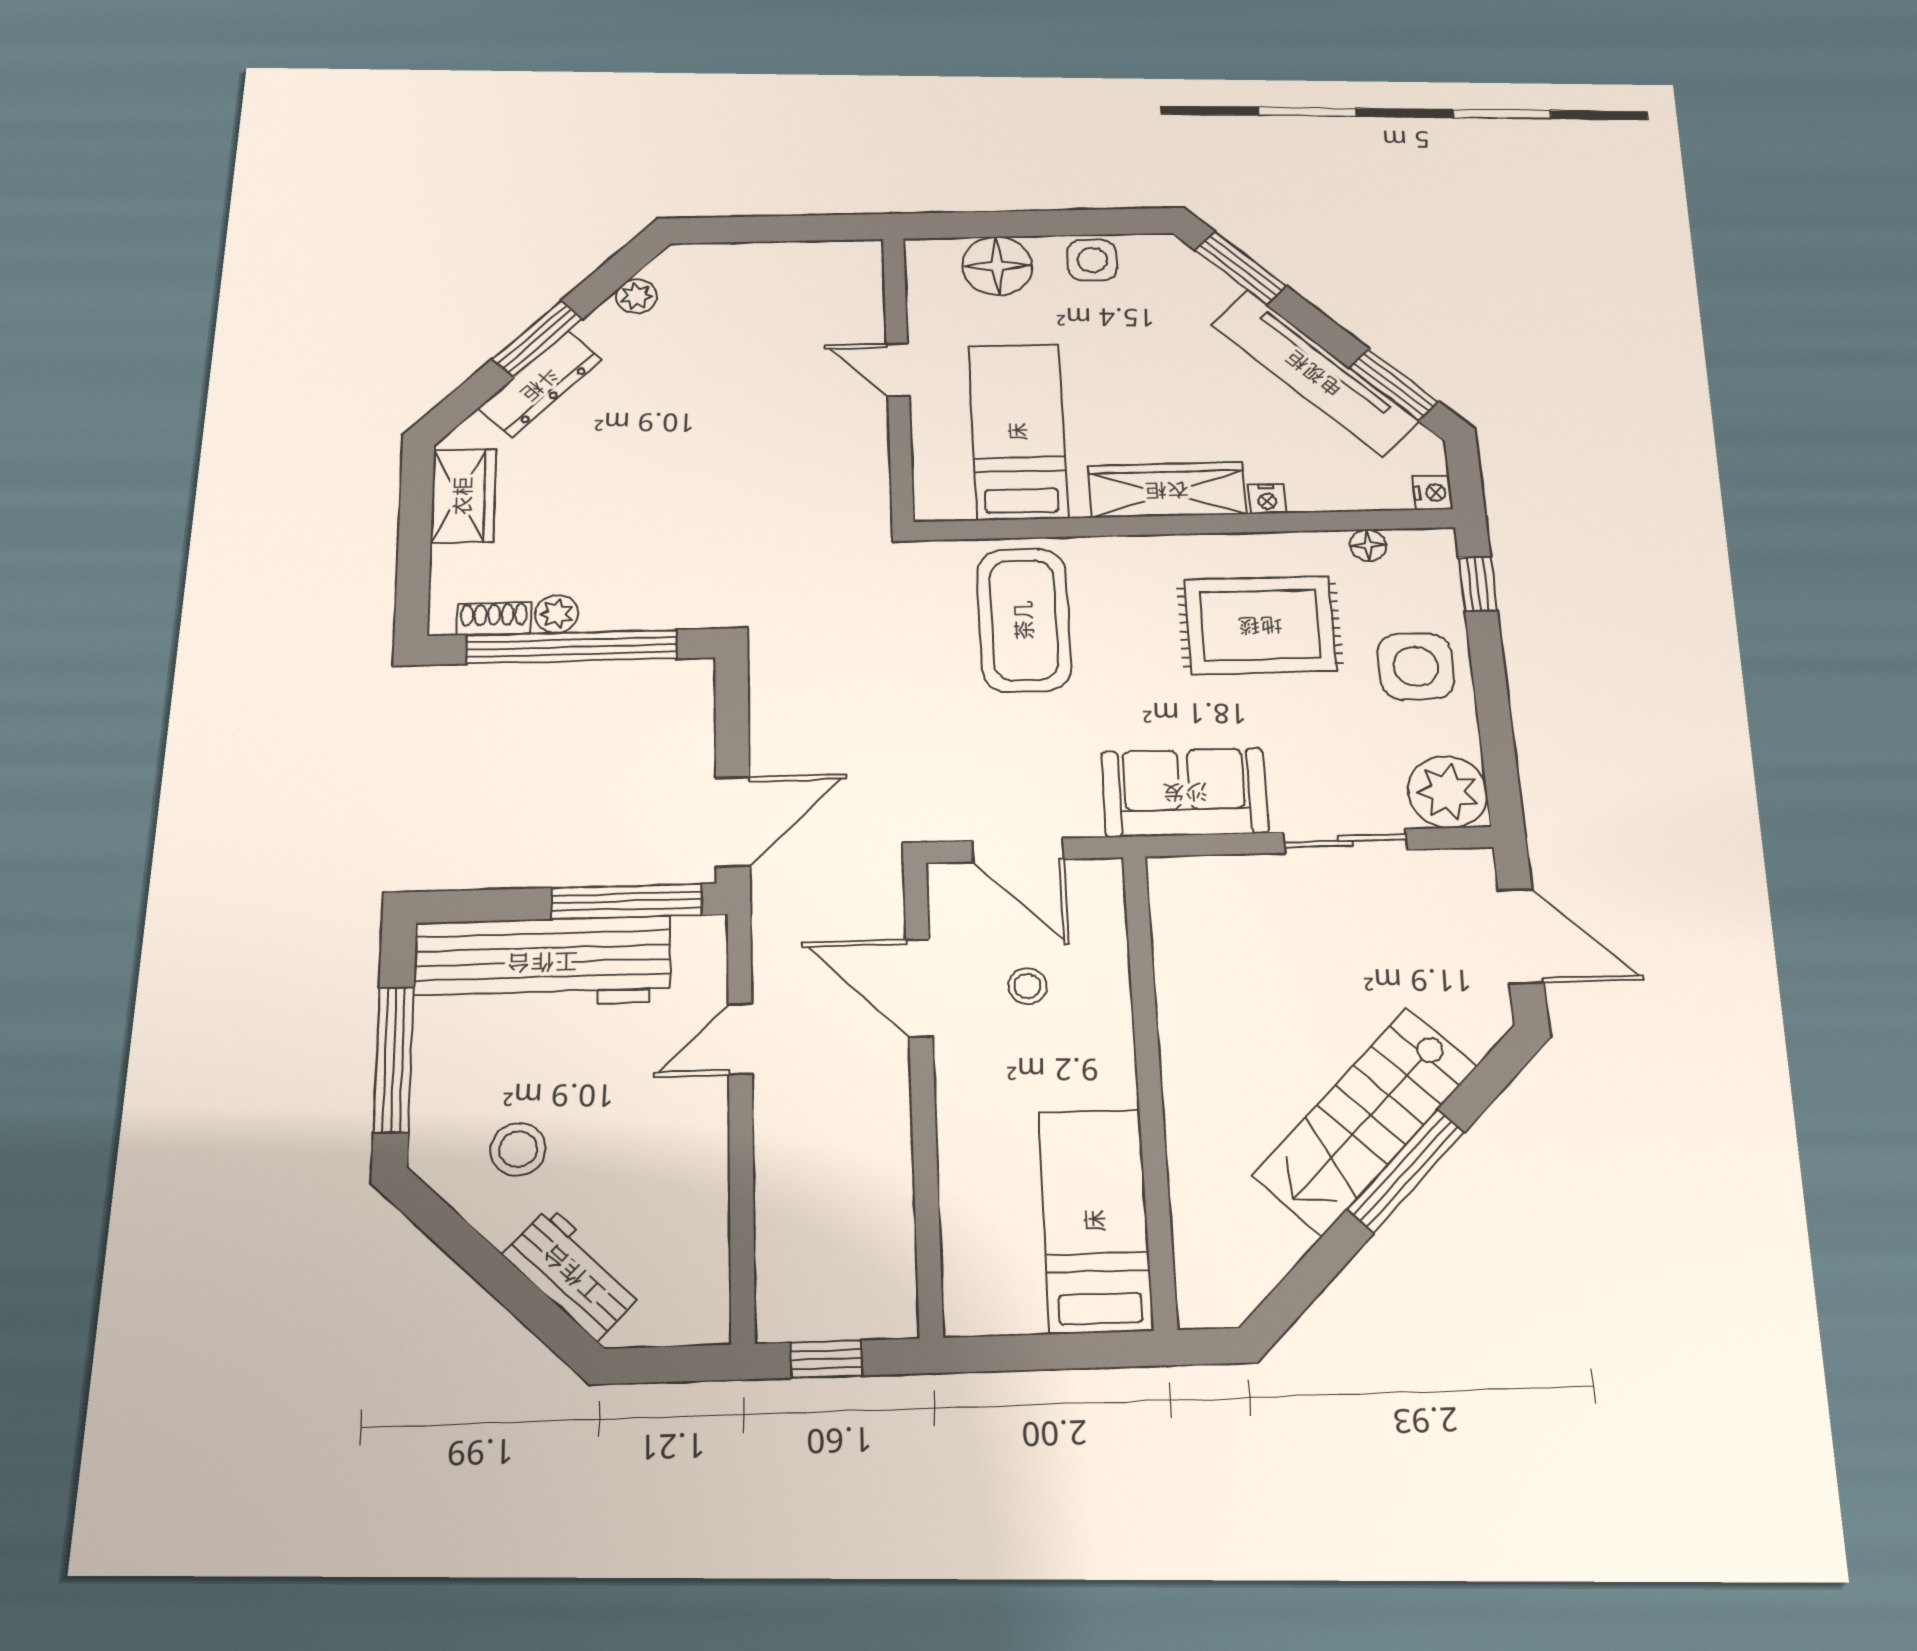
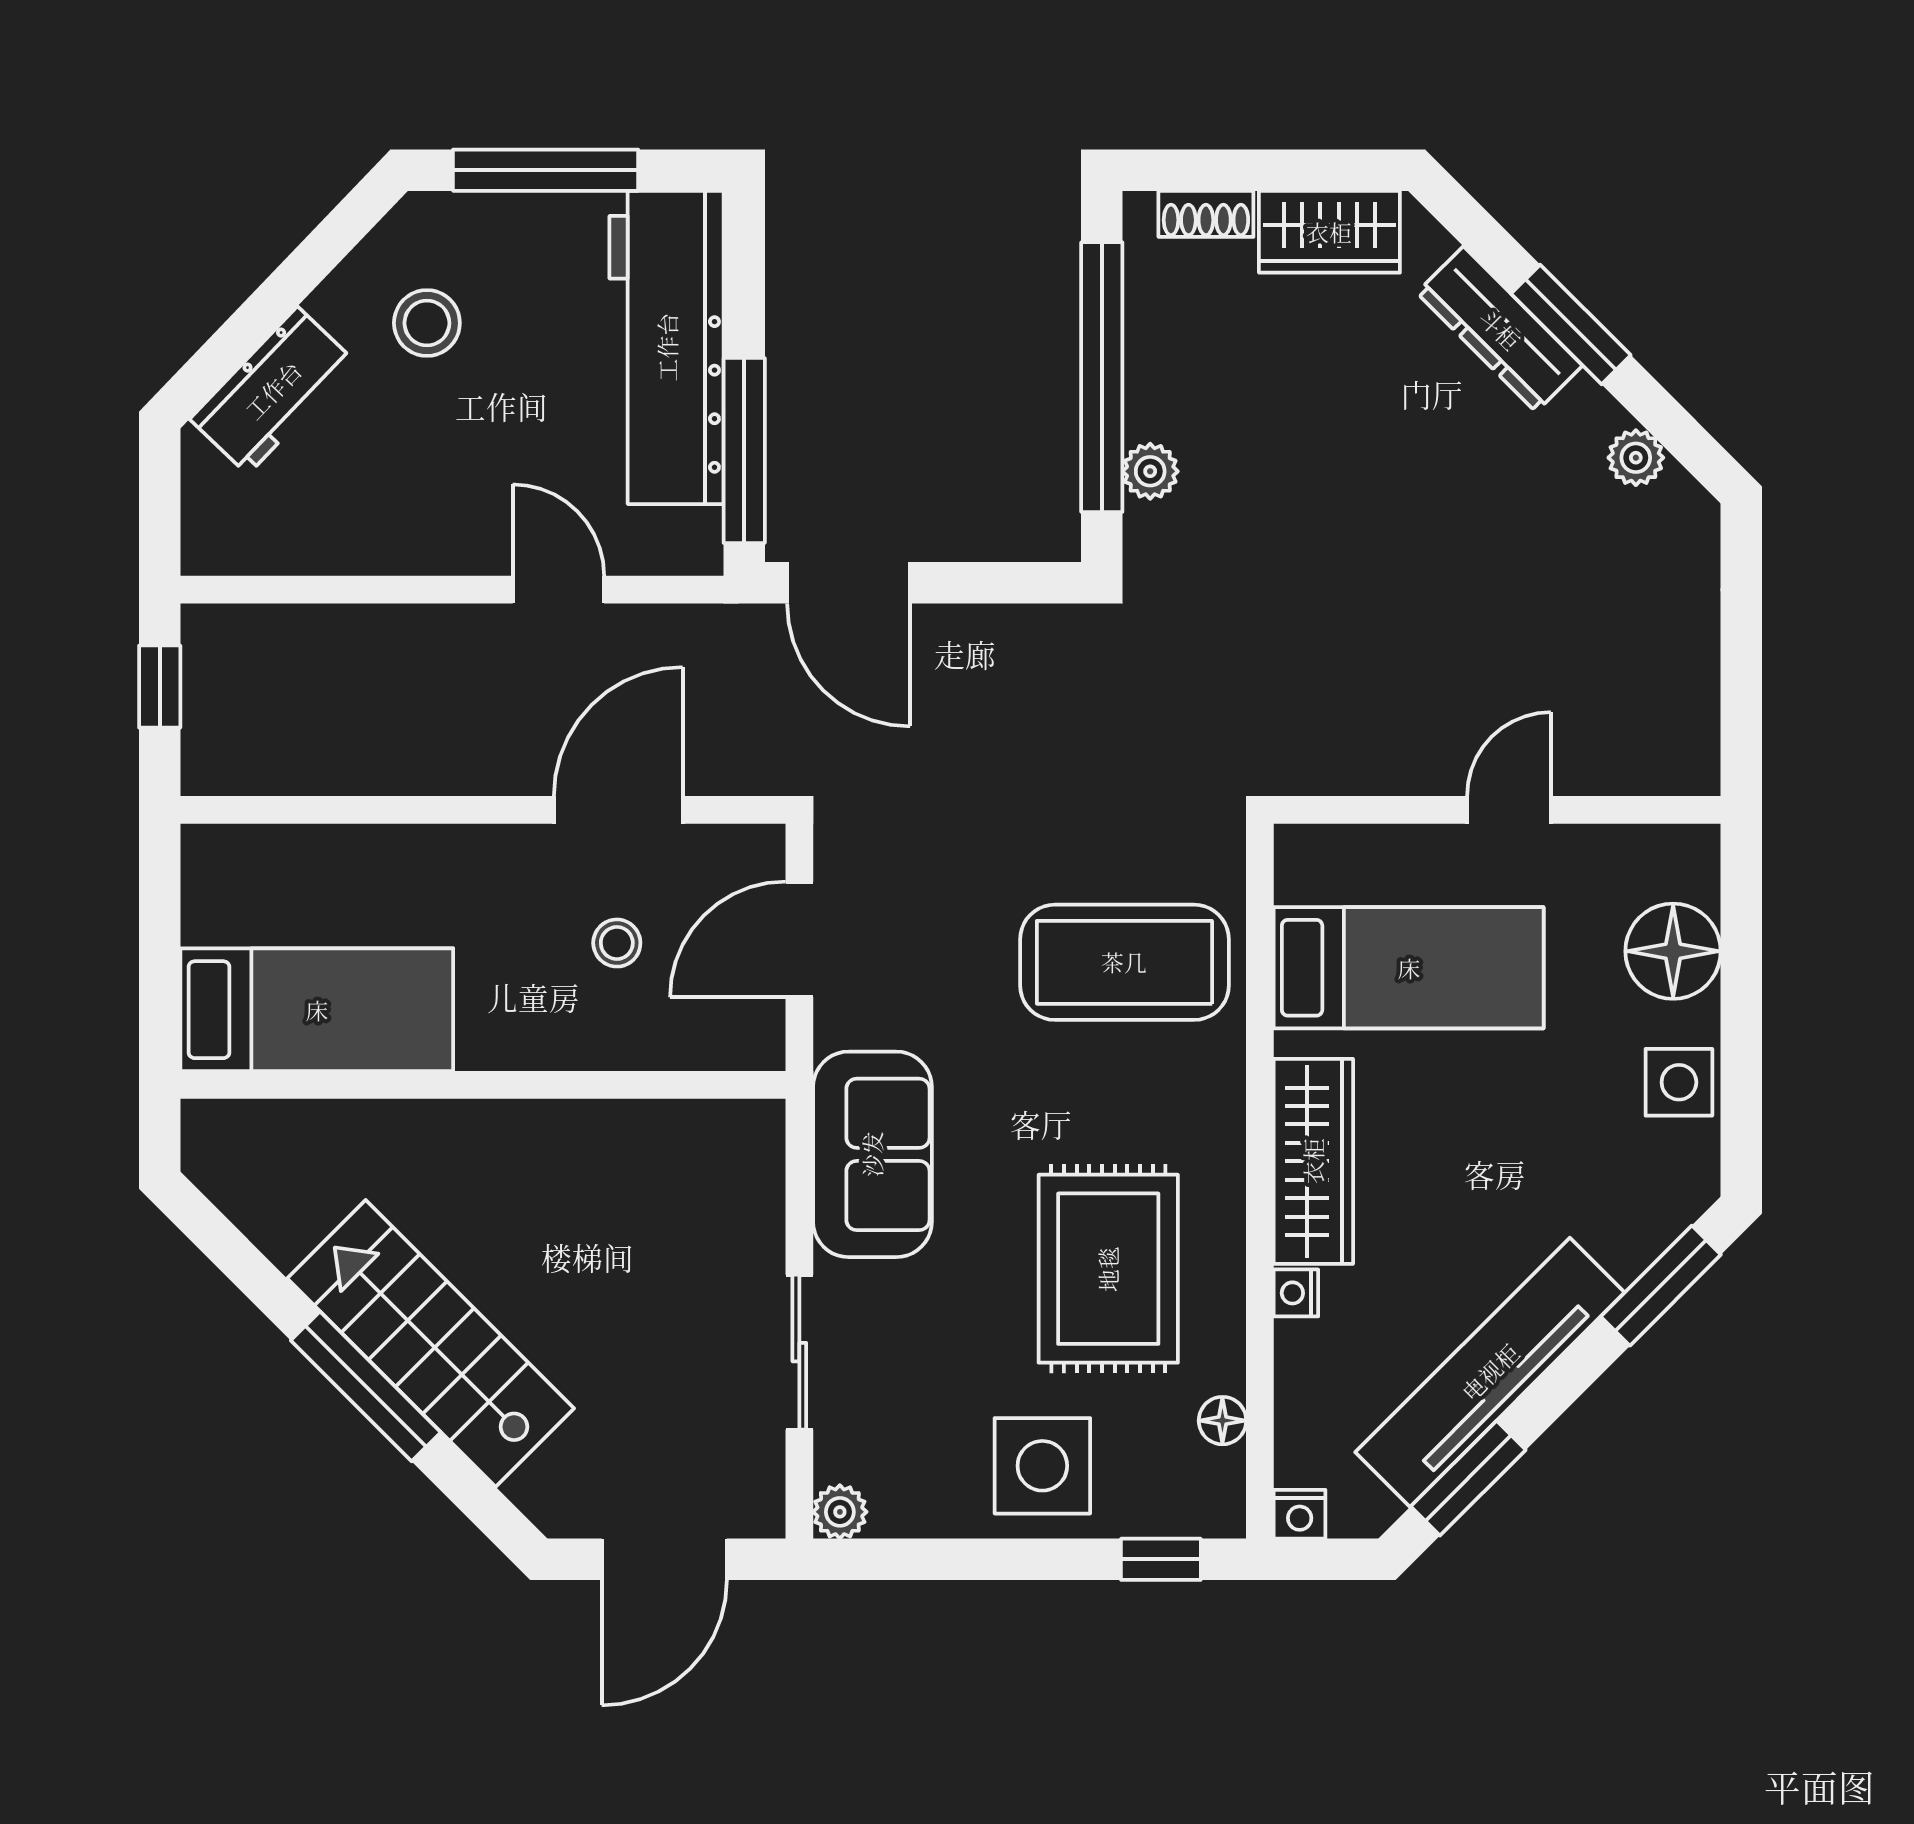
plant: (557, 614) -> (1150, 471), moved
shoe rack: (494, 619) -> (1206, 214), moved, turned 90
plant: (1447, 792) -> (840, 1512), width x0.53, depth x0.53

